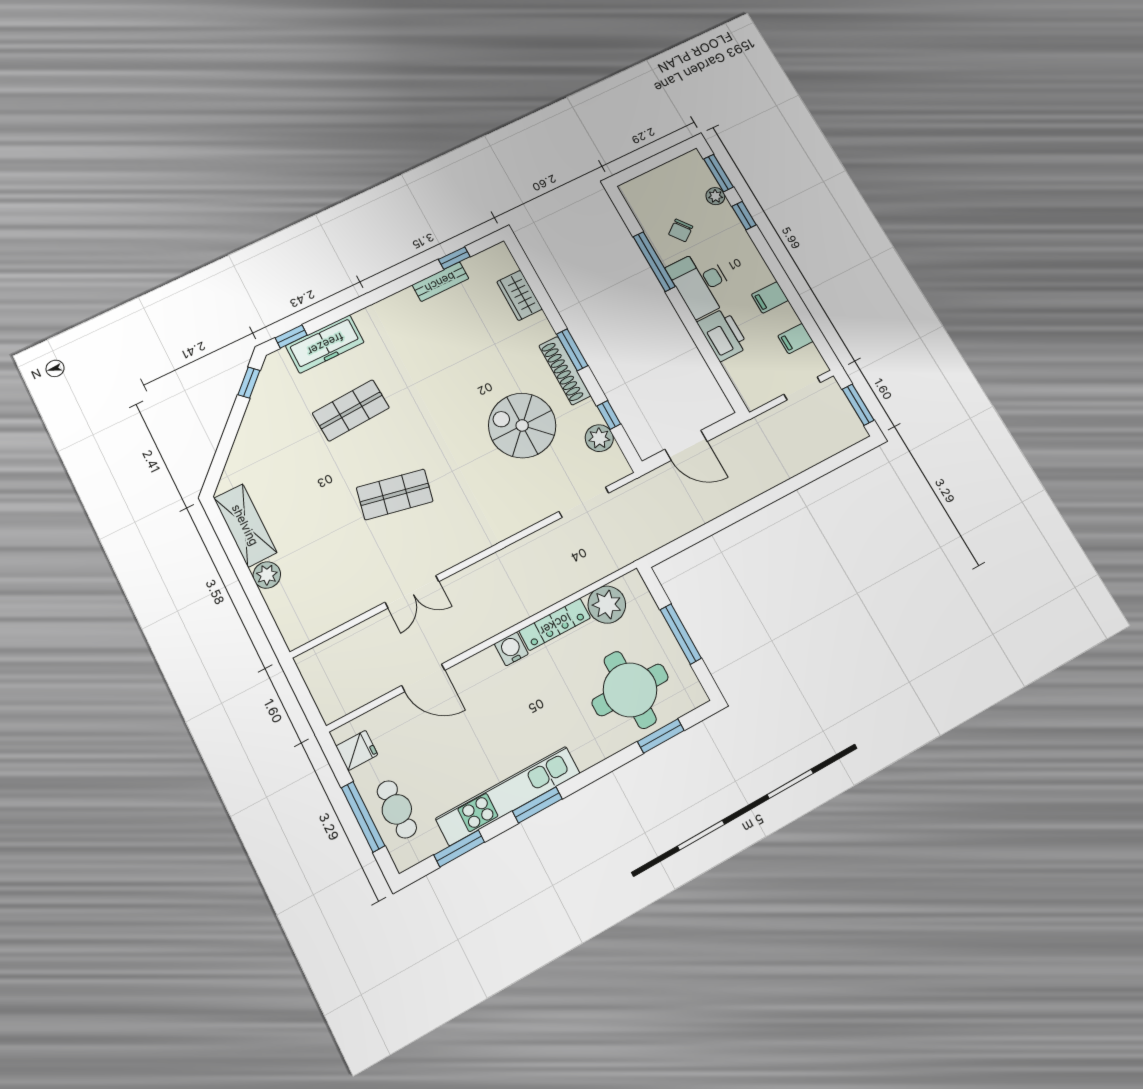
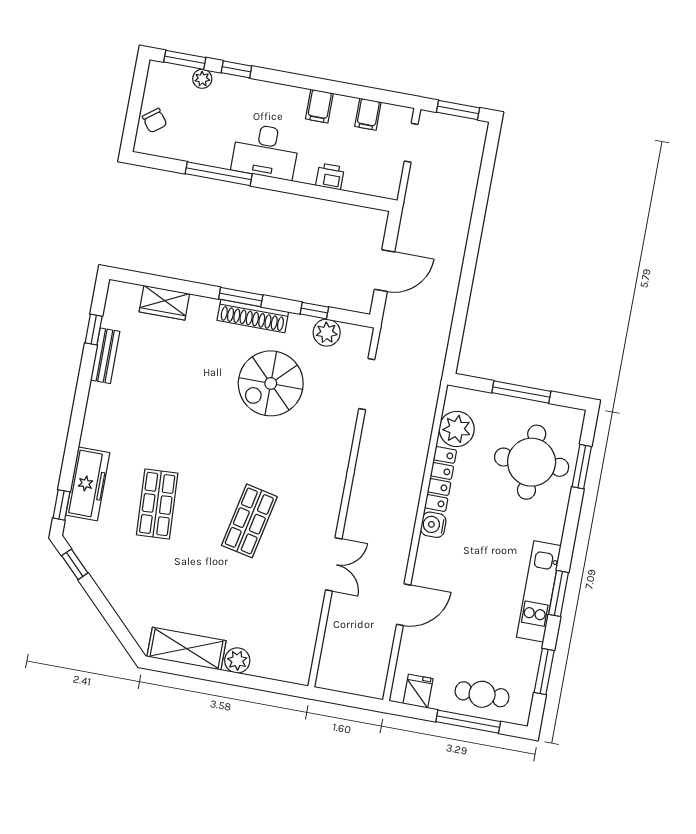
chair: (681, 230) -> (155, 121), moved
printer: (723, 335) -> (330, 176), width x0.53, depth x0.68
kitchen unit: (508, 796) -> (539, 591), width x0.73

